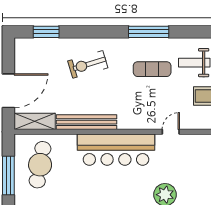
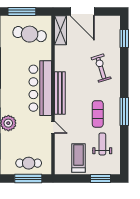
bench: (86, 122) -> (60, 93), moved

